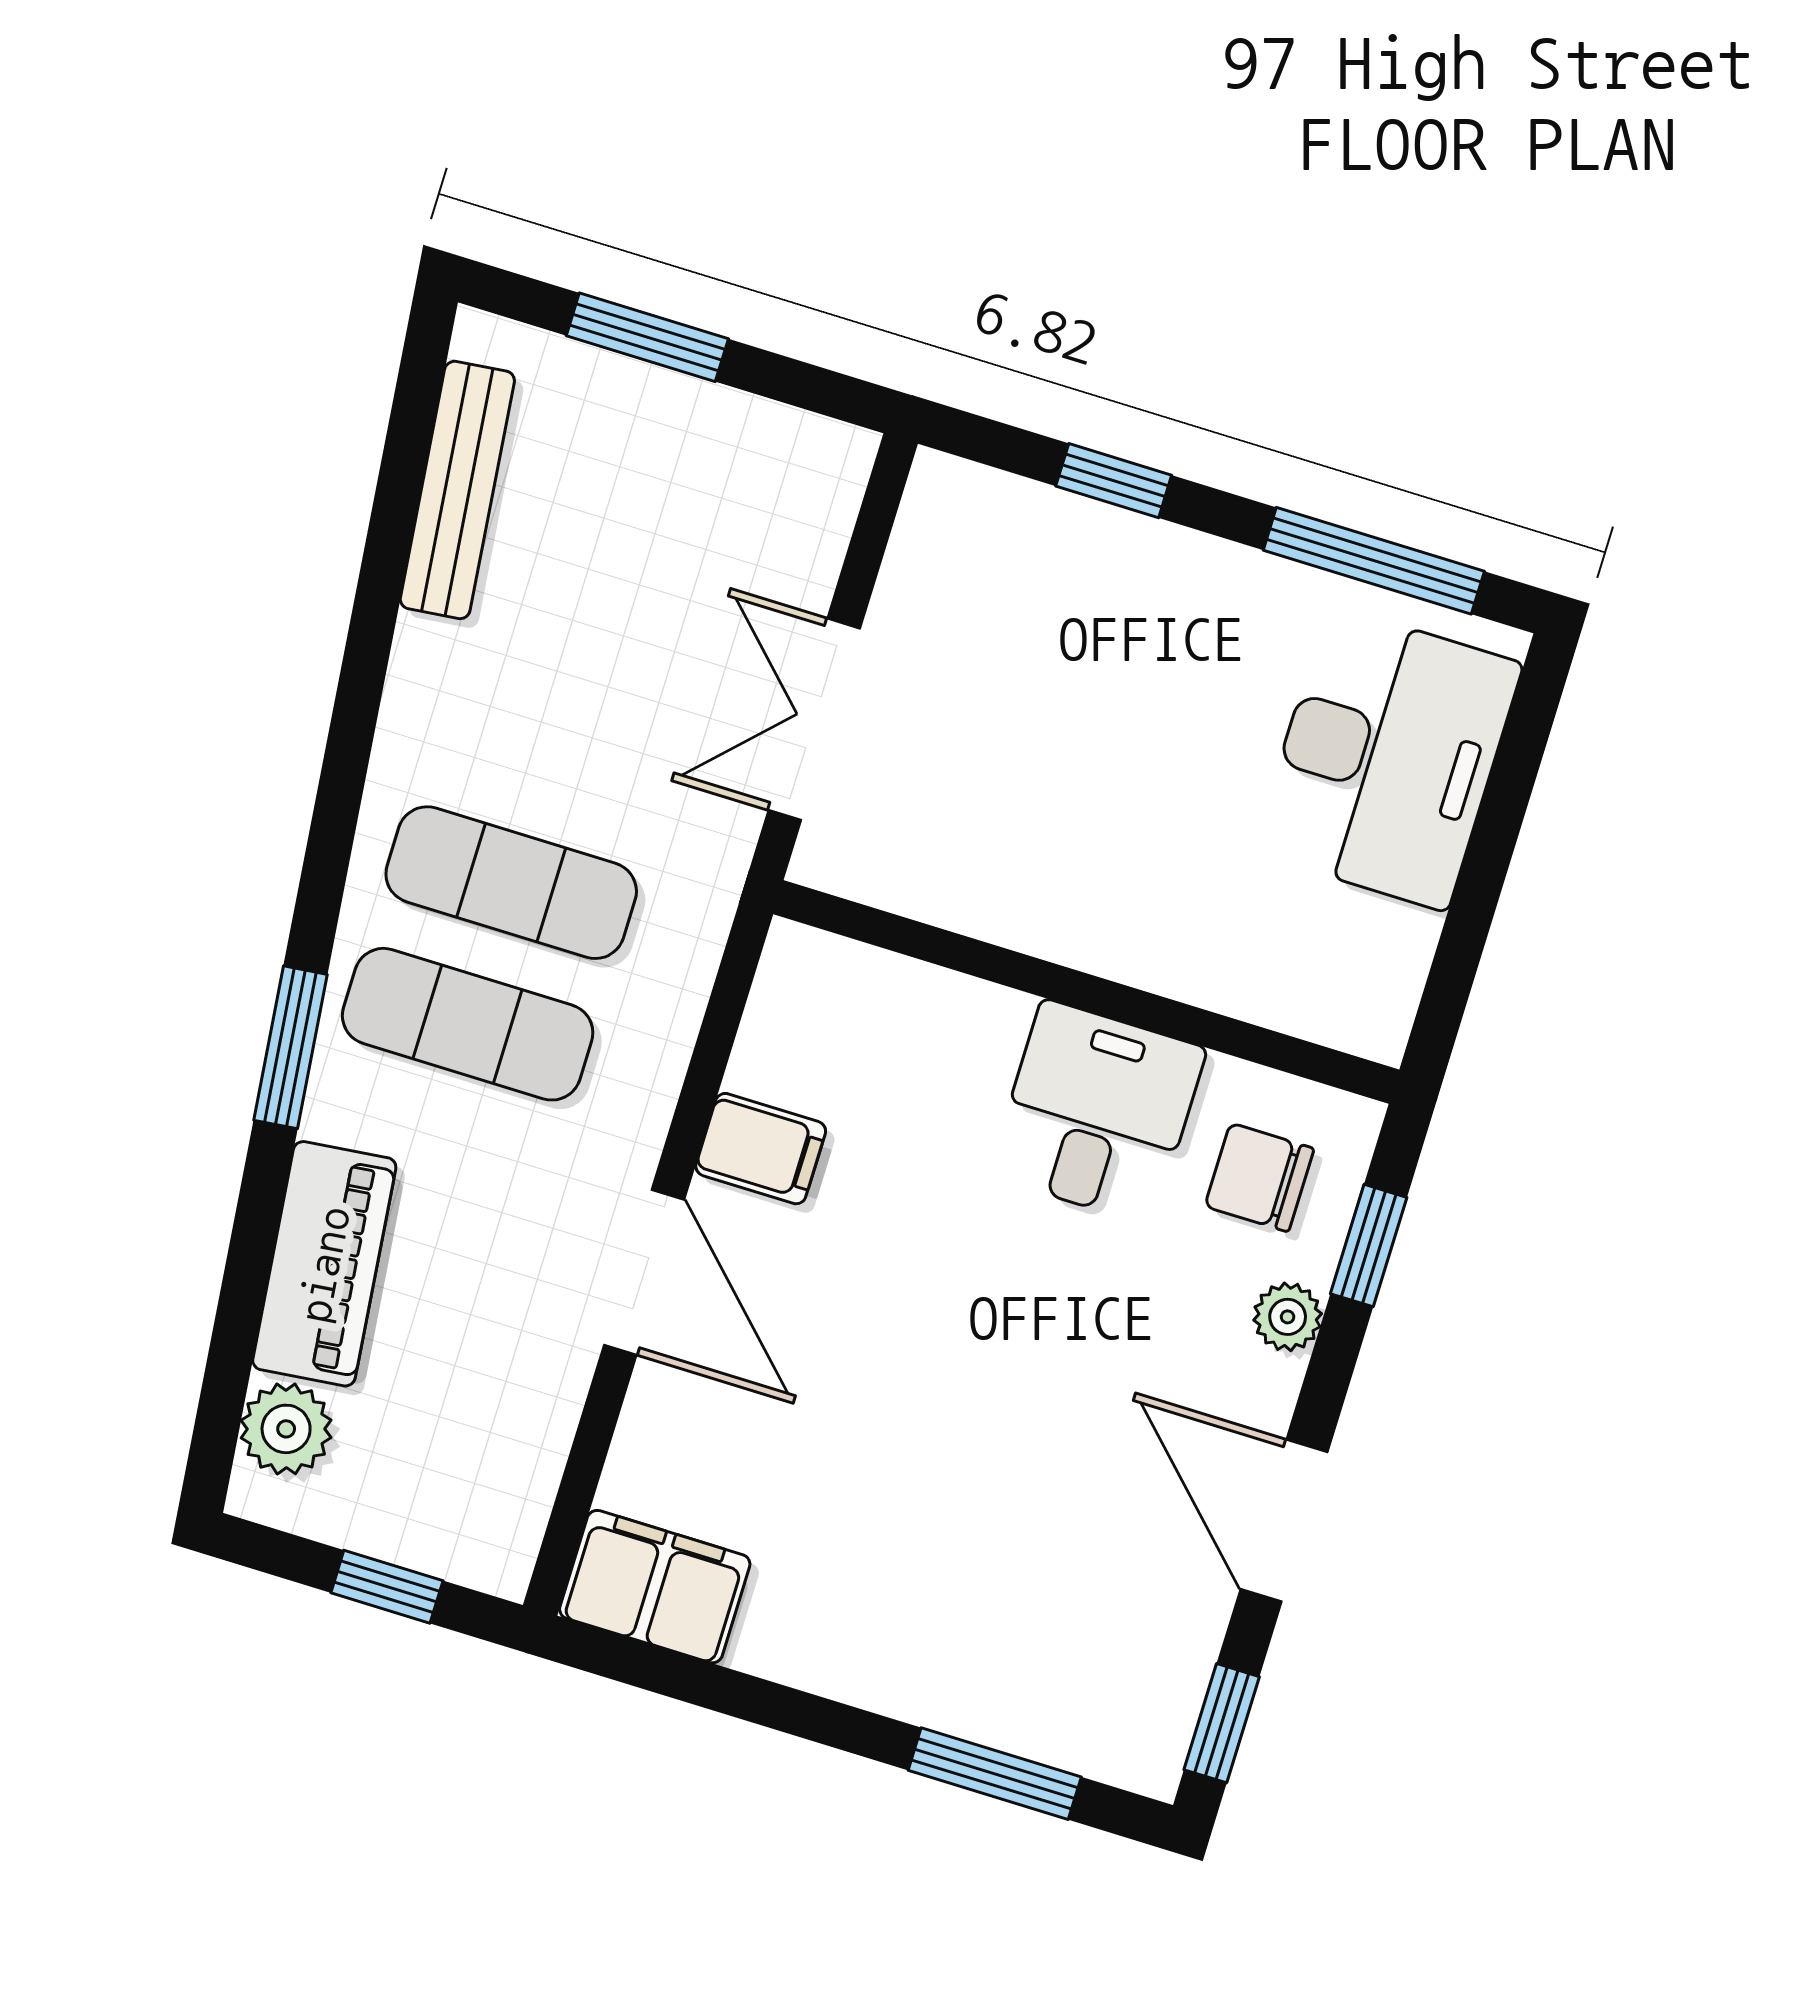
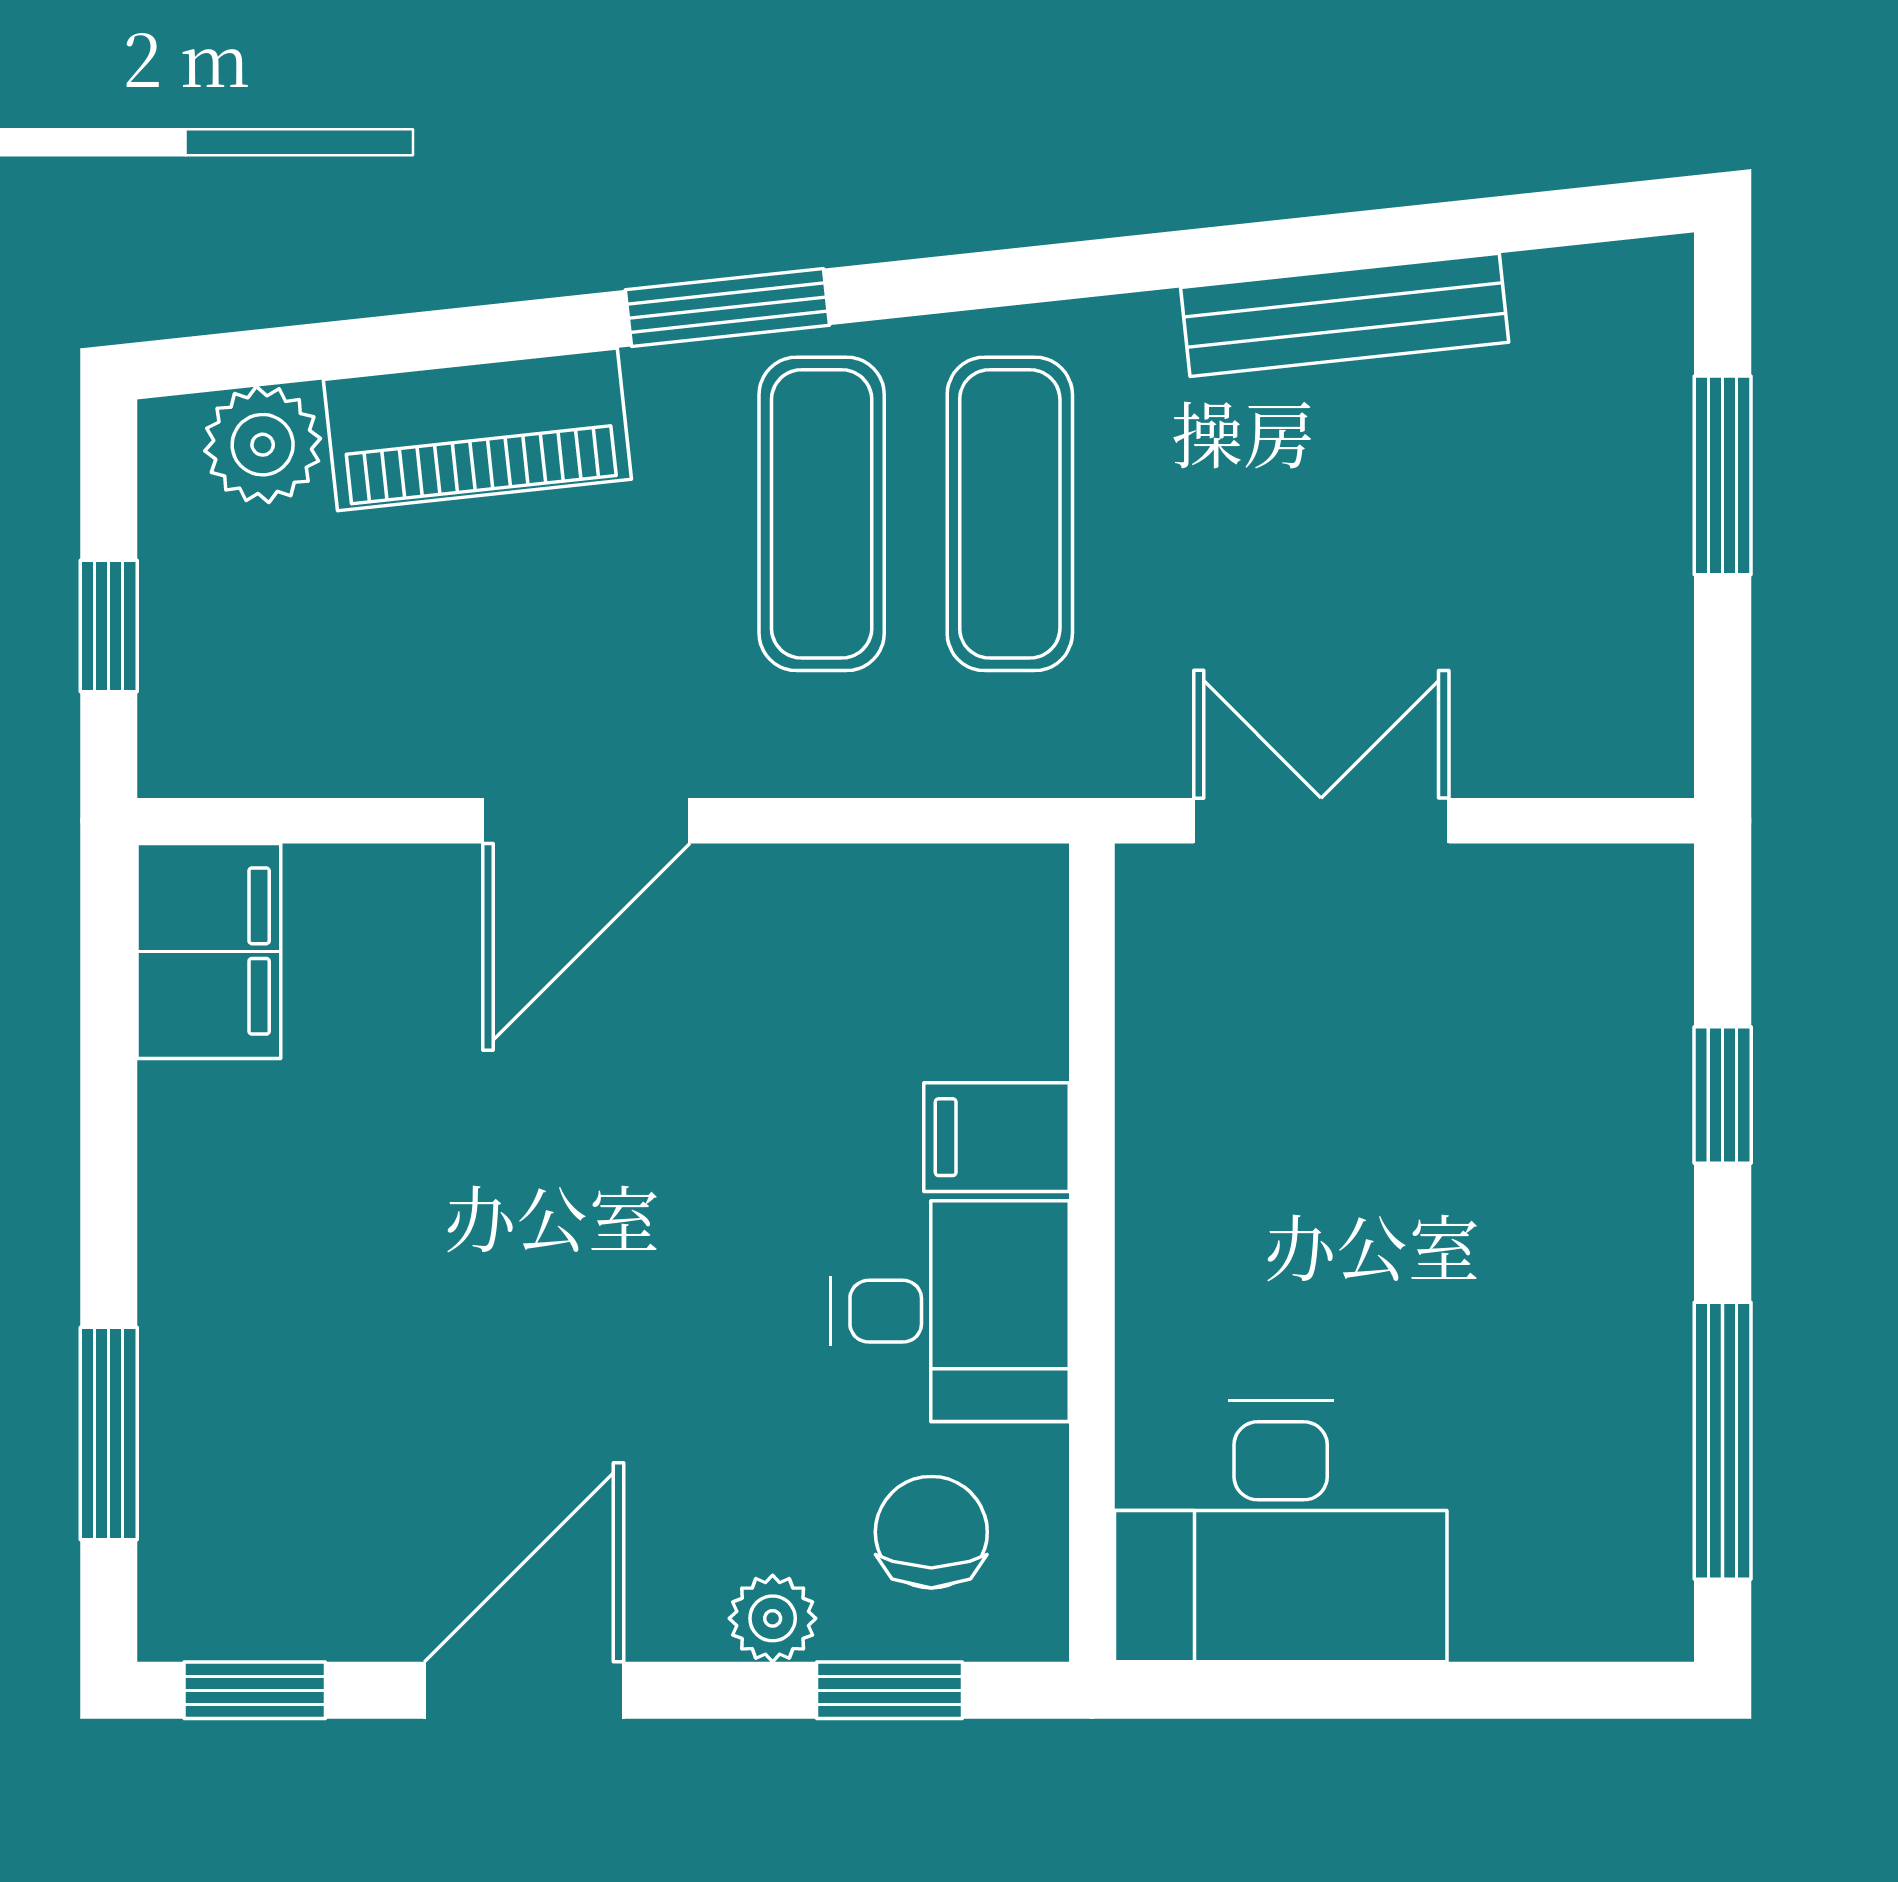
bench: (457, 490) -> (1345, 315), moved
desk: (1388, 758) -> (1281, 1531), moved
filing cabinet: (761, 1149) -> (996, 1137), moved, turned 90

